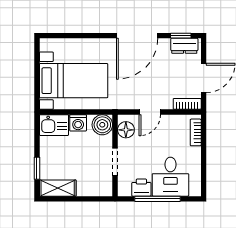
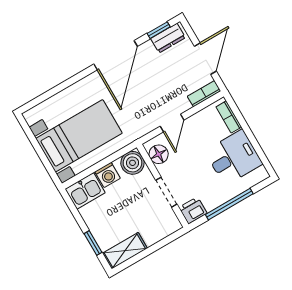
desk: (170, 177) -> (234, 158), moved, turned -90
printer: (141, 188) -> (193, 210), moved

